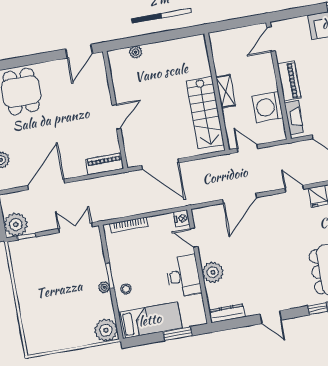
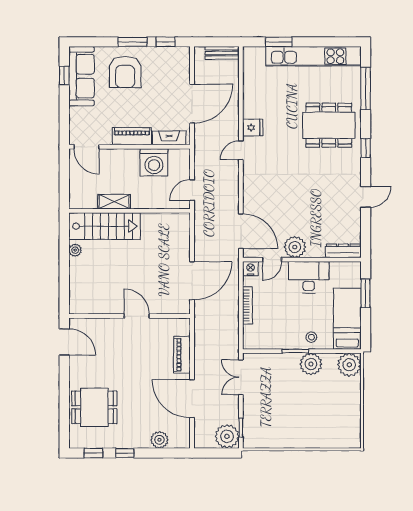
plant: (136, 52) -> (75, 250), moved
shelving: (226, 91) -> (114, 202), moved
stairs: (205, 113) -> (105, 226), moved
piano: (105, 164) -> (182, 355), moved
door: (240, 198) -> (241, 231), moved
bookcase: (129, 225) -> (247, 305), moved
plant: (213, 272) -> (295, 247), moved
plant: (104, 287) -> (311, 364), width x1.88, depth x1.88
dresser: (227, 313) -> (343, 251), moved, turned 90

